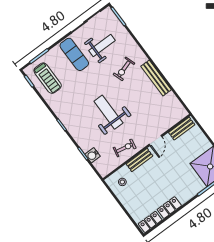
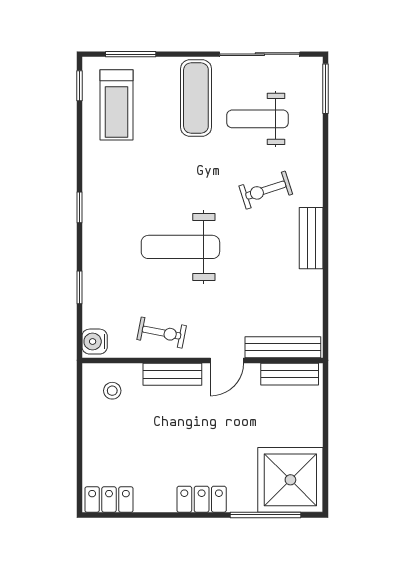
weight bench: (102, 46) -> (258, 119), turned 180
bench: (156, 78) -> (311, 238), width x0.73
weight bench: (108, 112) -> (180, 247), turned -90
bench: (172, 121) -> (283, 347), added
water cooler: (93, 155) -> (95, 342), moved
locker: (169, 208) -> (202, 499), moved

